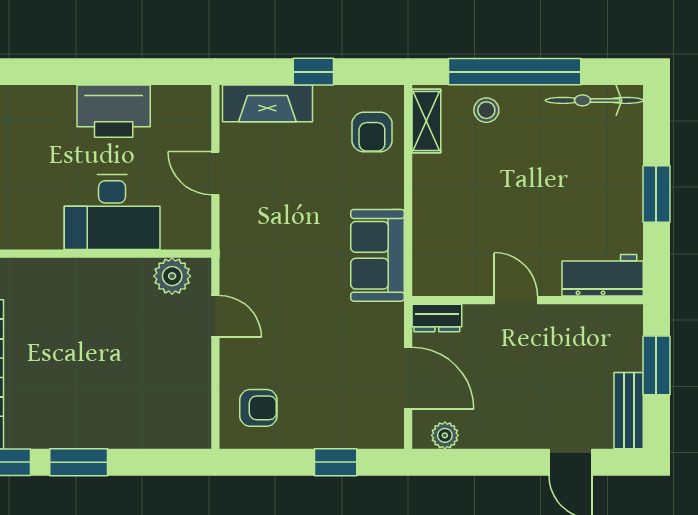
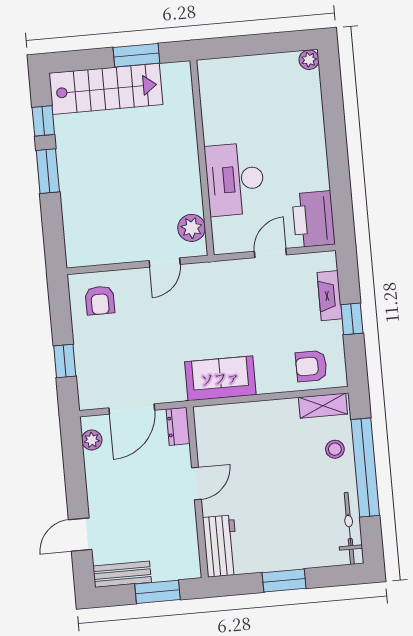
fireplace: (267, 103) -> (330, 296), width x0.73, depth x0.76
printer: (114, 111) -> (314, 219), moved

